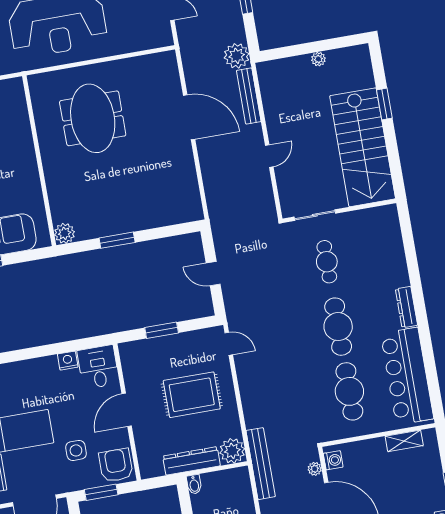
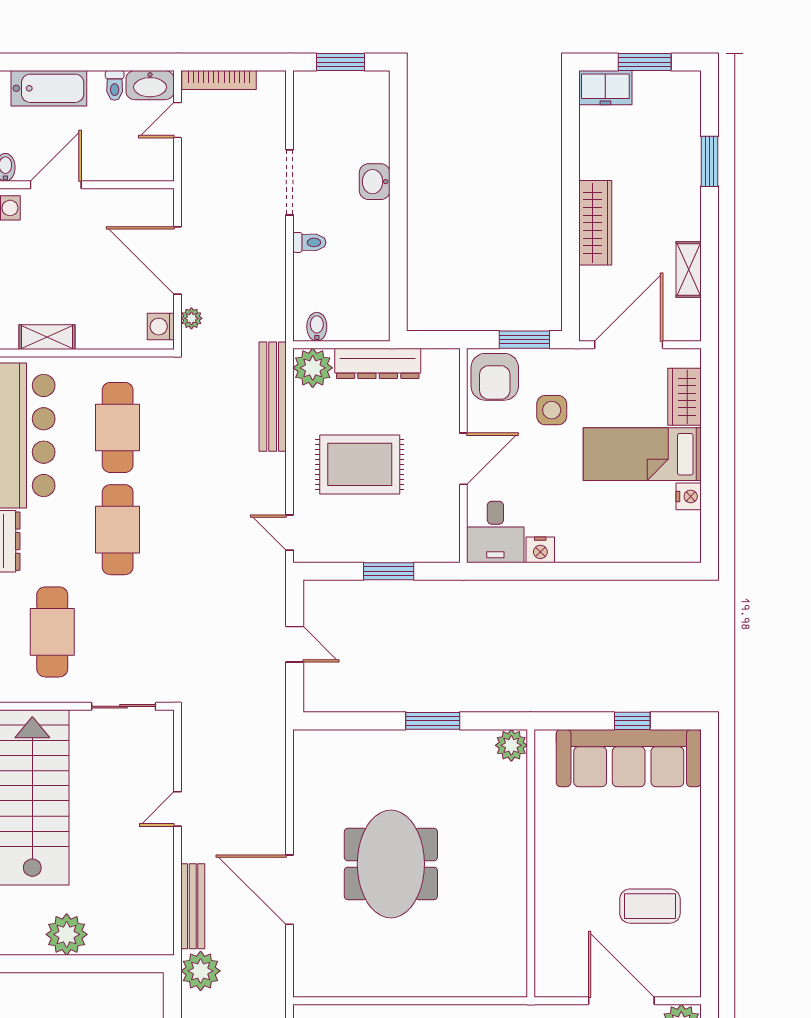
plant: (318, 59) -> (67, 934), width x1.88, depth x1.88
meeting table: (93, 118) -> (391, 864), moved
cafe table: (327, 262) -> (52, 632), moved, width x1.37, depth x1.35
bench: (261, 464) -> (273, 397), moved
bidet: (194, 484) -> (317, 327), moved

